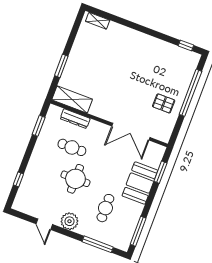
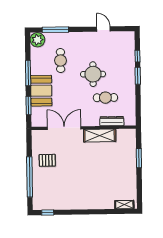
shelving: (72, 99) -> (100, 135), moved
window: (39, 126) -> (138, 76), moved
plant: (69, 221) -> (37, 40), moved
window: (138, 231) -> (28, 73), moved

